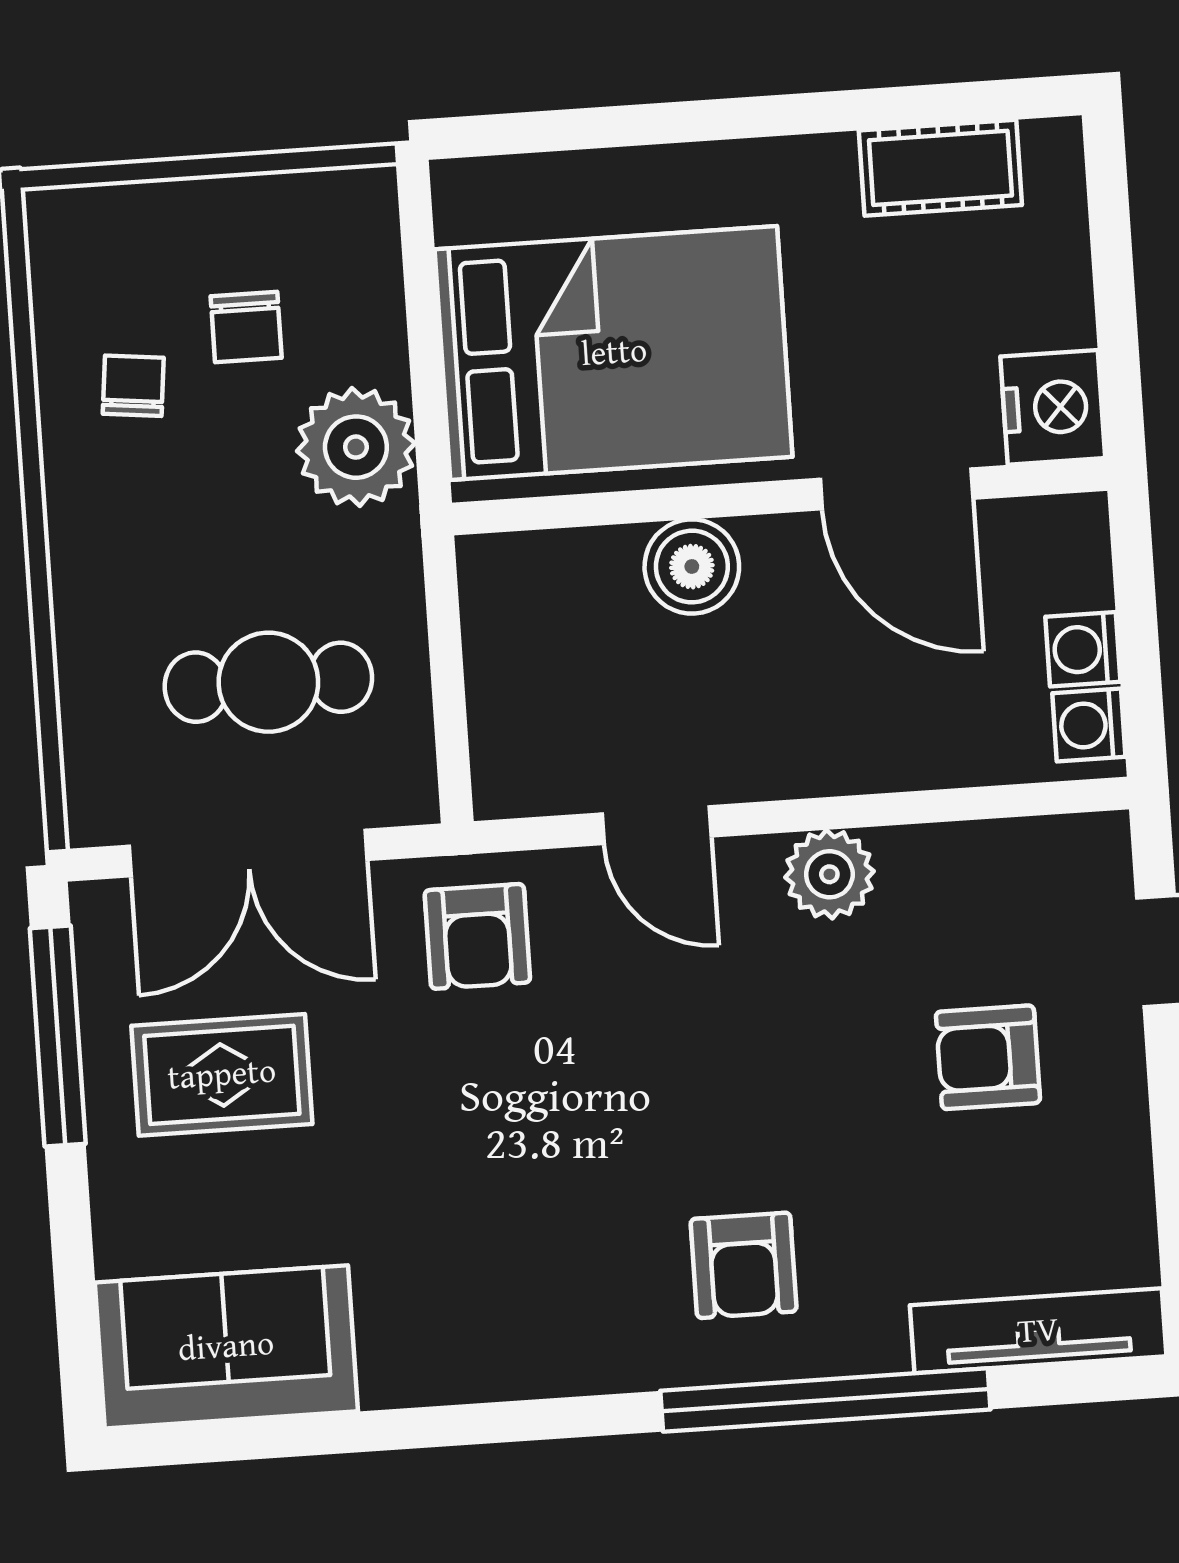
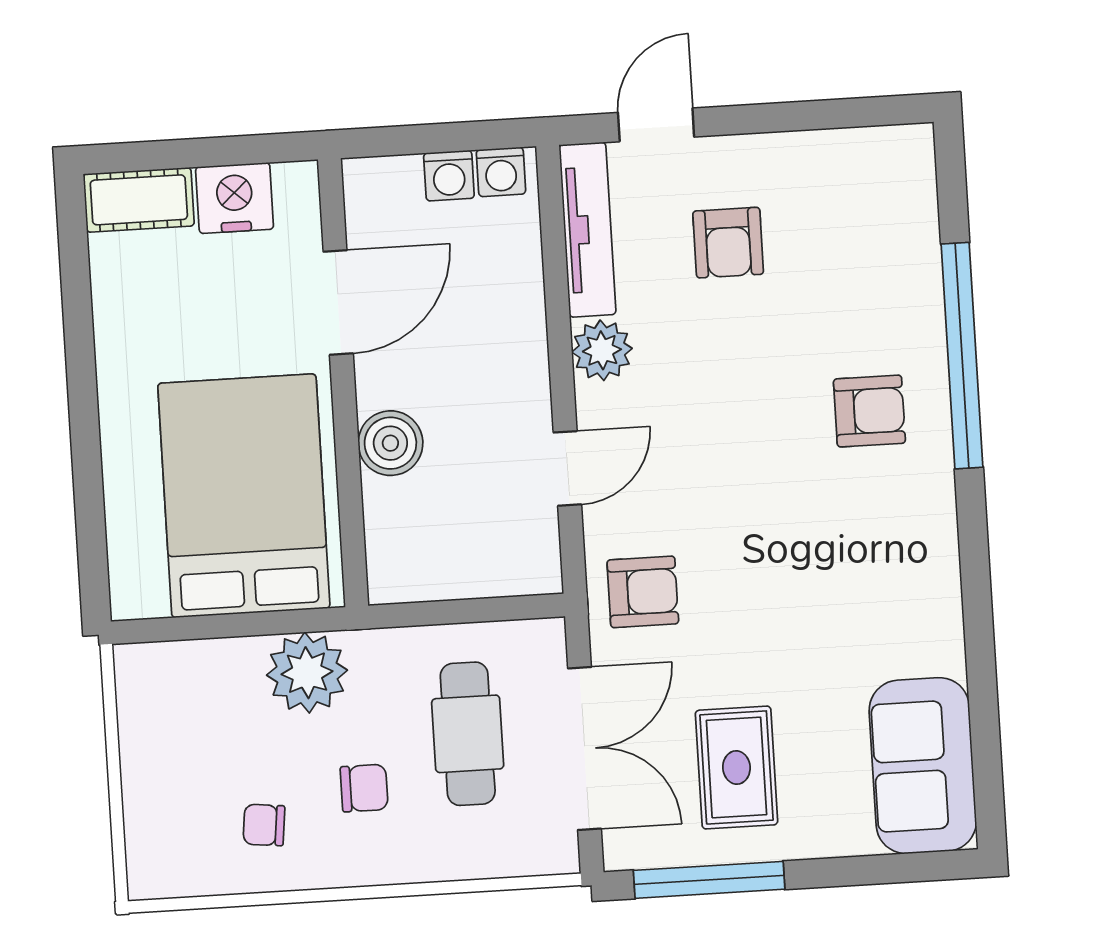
cot: (940, 168) -> (139, 200), moved, turned 90
chair: (246, 327) -> (364, 788), moved
nightstand: (1053, 407) -> (235, 198), moved
tv unit: (1038, 1331) -> (587, 230), moved, turned 180

